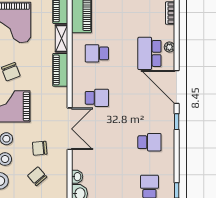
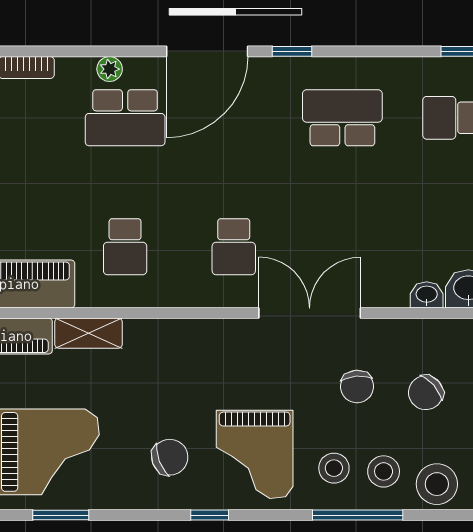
piano: (60, 70) -> (165, 336), removed
school desk: (97, 98) -> (234, 247), turned 180
school desk: (149, 142) -> (342, 118), width x1.85

